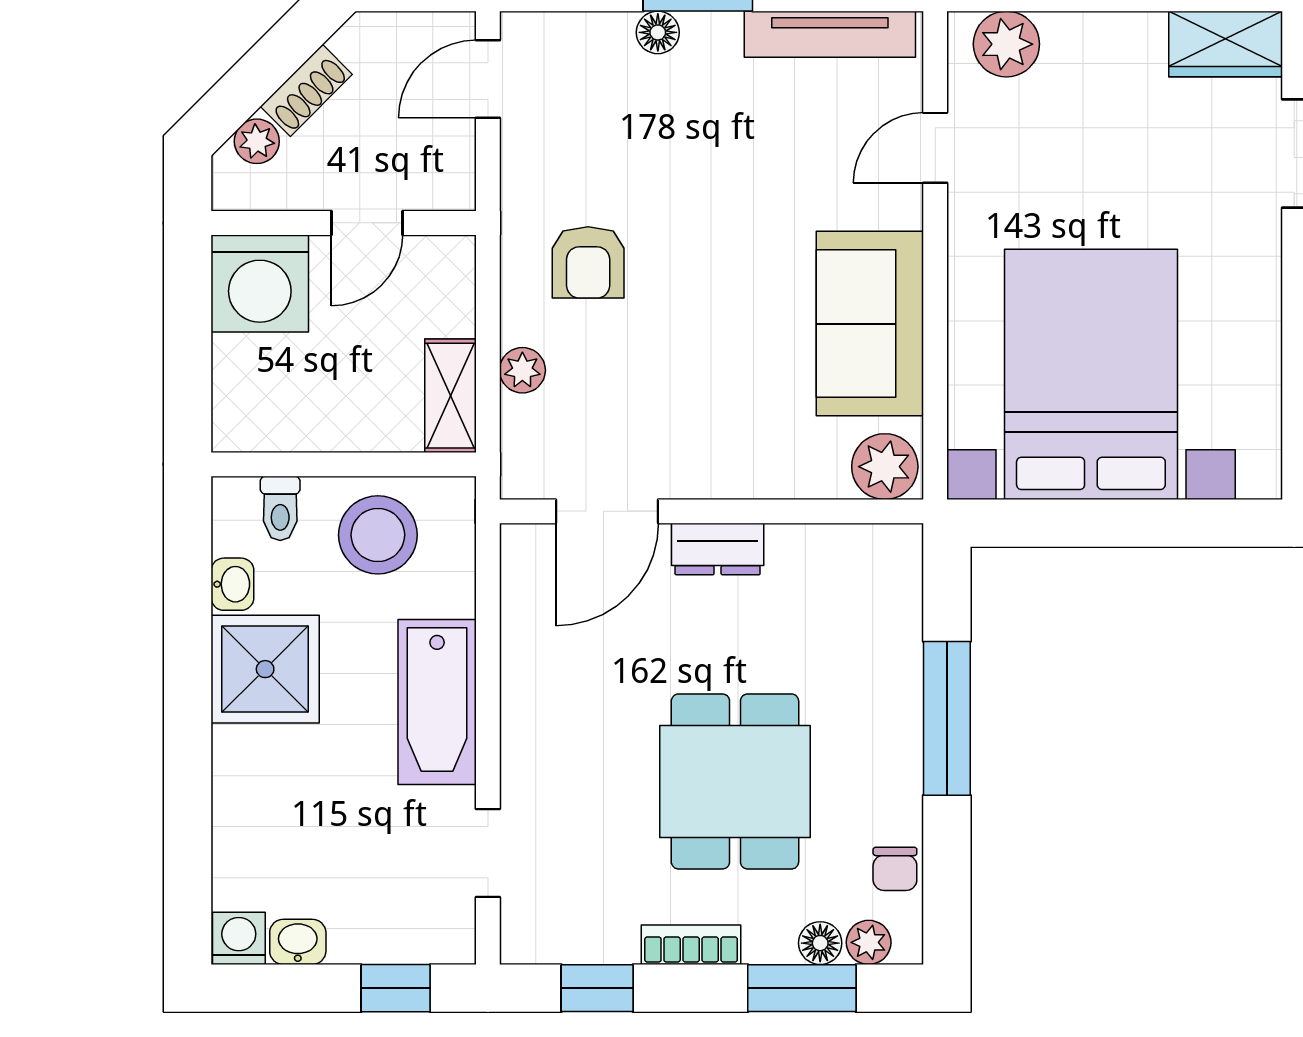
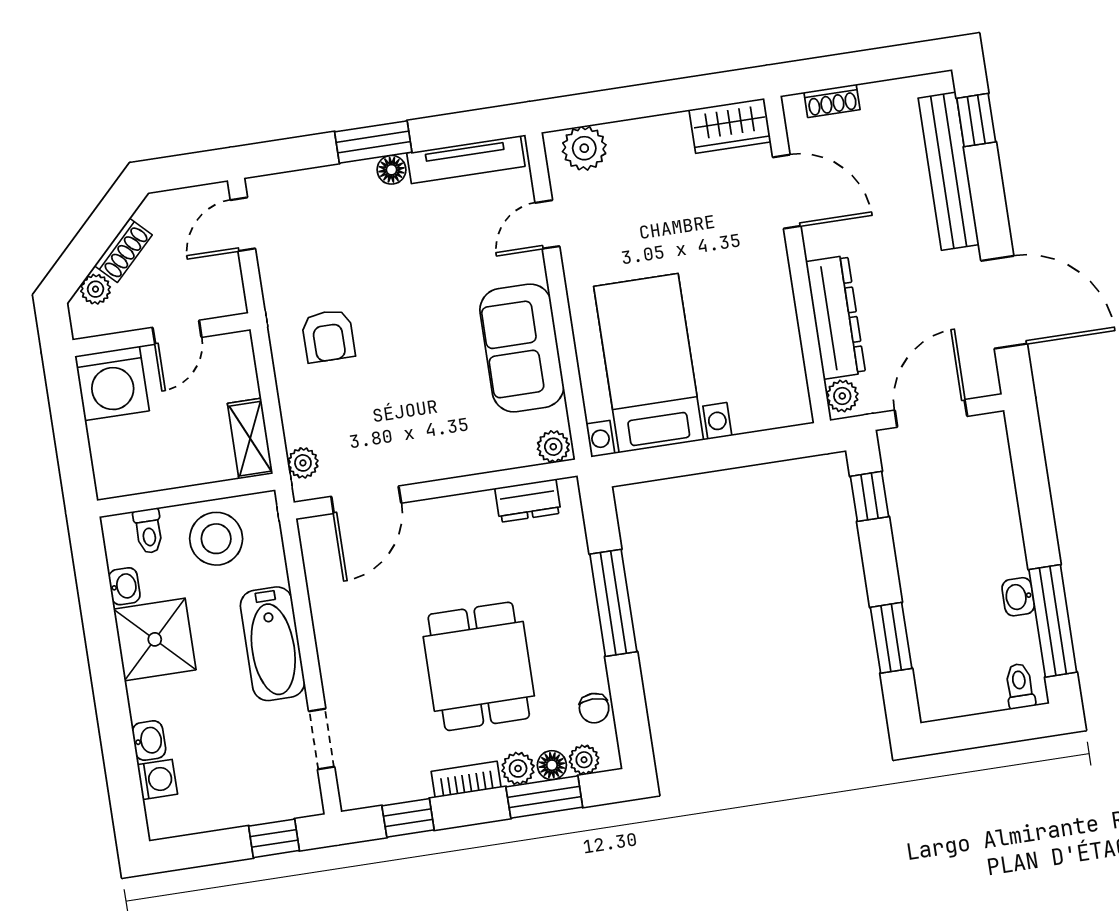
floor lamp: (658, 32) -> (391, 170), moved
plant: (522, 370) -> (303, 463), moved
bed with nightstands: (1091, 374) -> (649, 363), width x0.73
plant: (885, 467) -> (553, 447), width x0.73, depth x0.73
dresser: (718, 549) -> (528, 501), moved
washing machine: (239, 938) -> (157, 779), moved, turned 90
plant: (770, 940) -> (518, 768), added
washbasin: (298, 942) -> (149, 741), moved, turned 90

